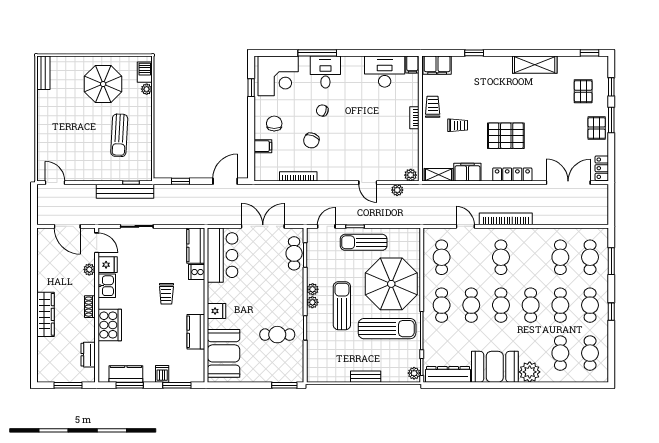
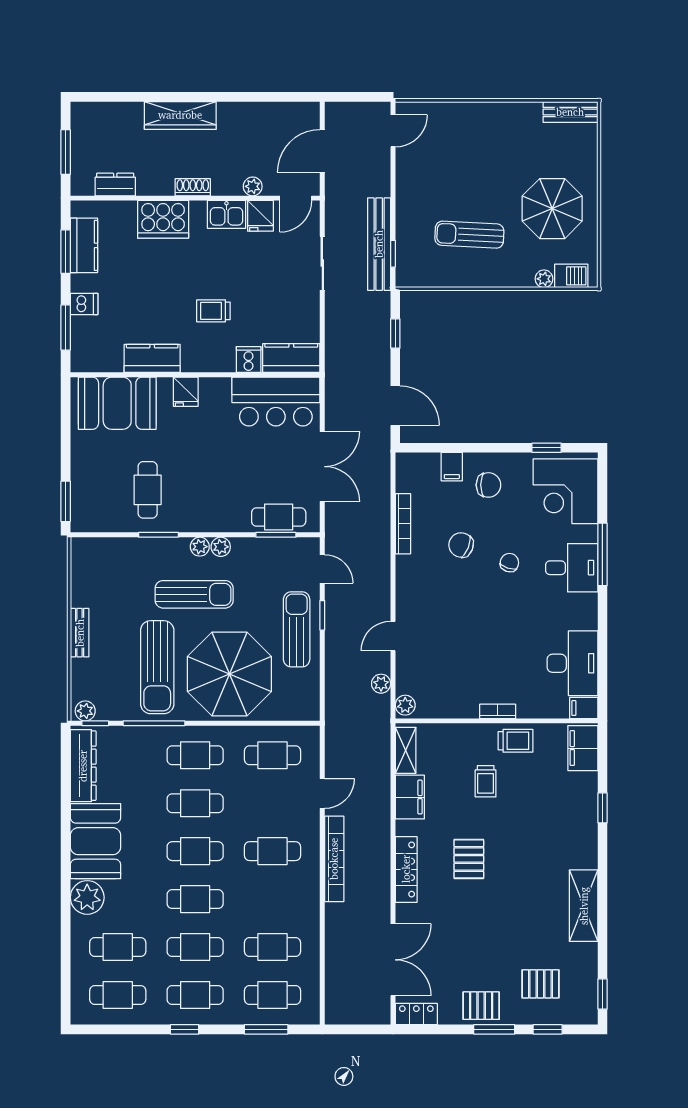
pallet: (506, 136) -> (469, 859), width x0.67, depth x0.71

